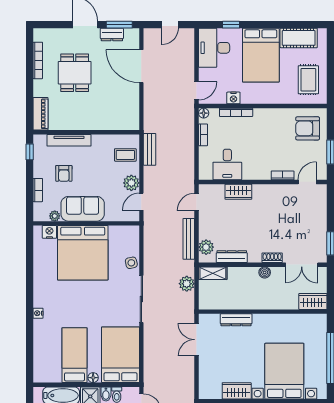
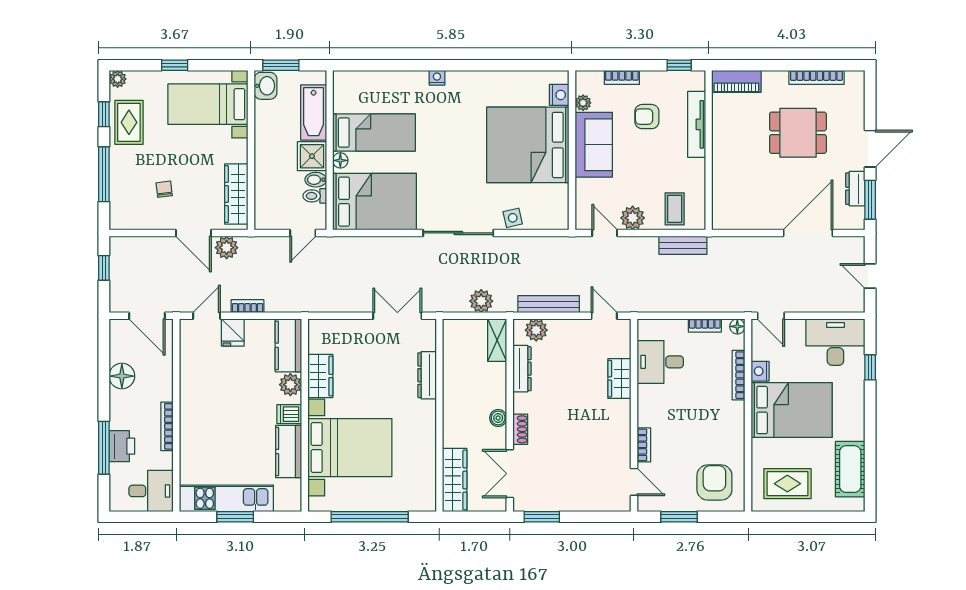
bed: (261, 55) -> (792, 410), moved, turned 180
wardrobe: (313, 301) -> (455, 480), width x1.50

